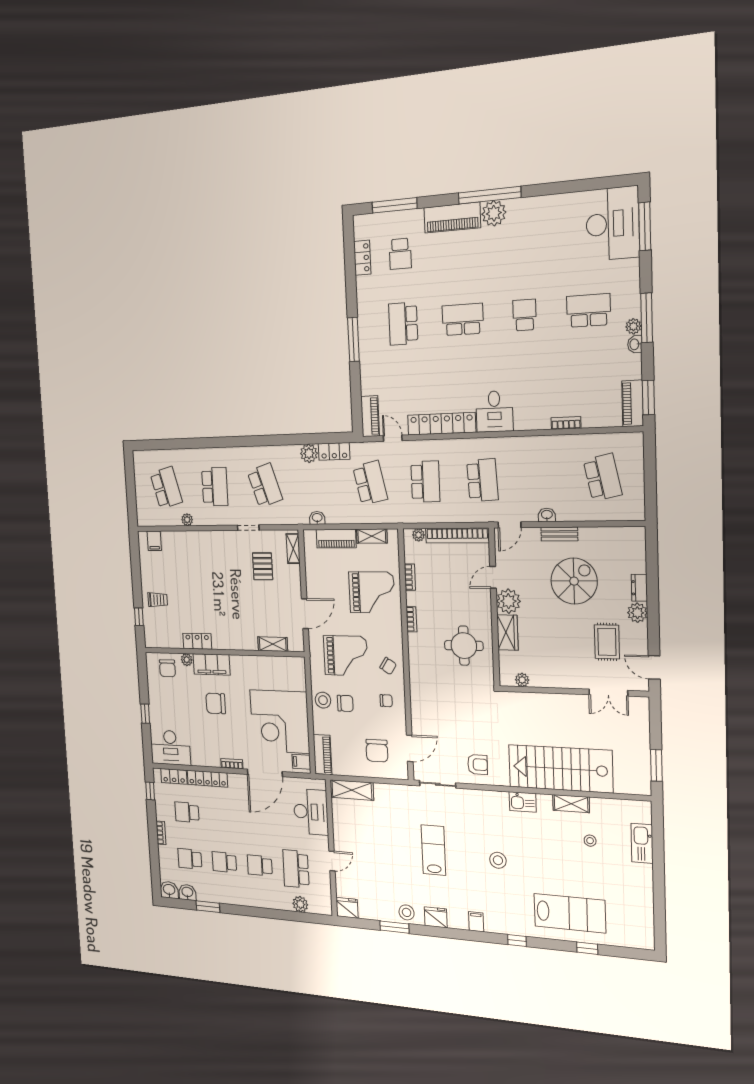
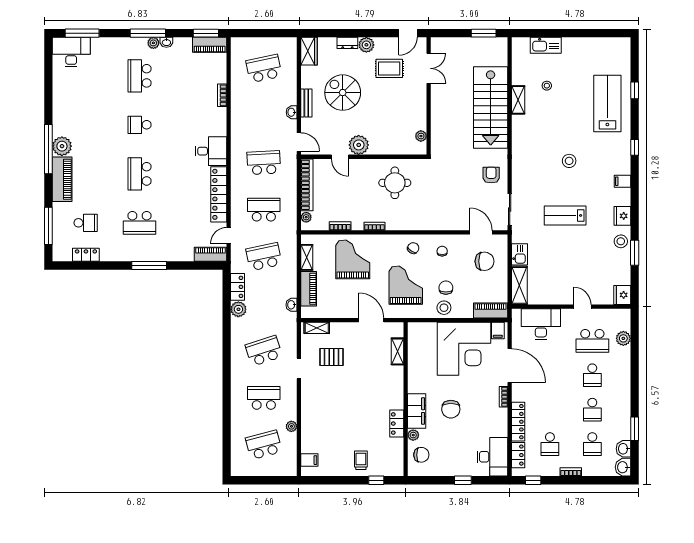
desk: (613, 224) -> (71, 52), width x0.73, depth x0.77
wardrobe: (507, 632) -> (309, 51), moved, turned 90
kitchen sink: (523, 802) -> (519, 254), moved

